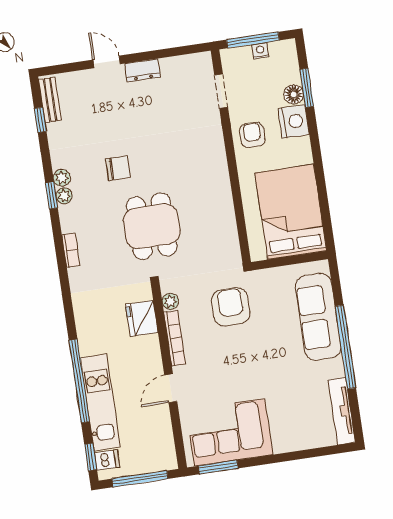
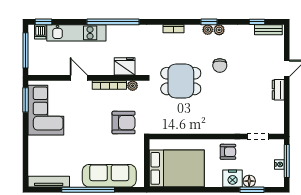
window: (79, 381) -> (113, 22), moved

